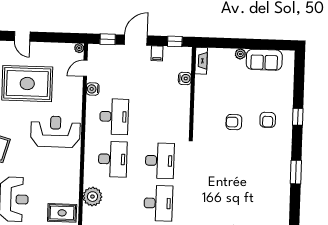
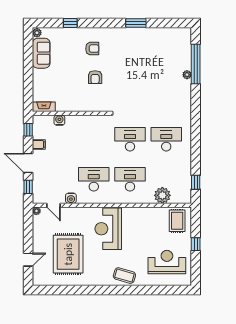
plant: (240, 54) -> (37, 33), moved
window: (298, 117) -> (70, 23), moved

